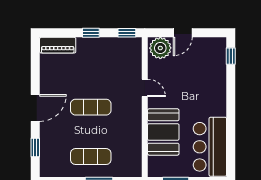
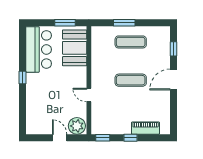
door: (183, 33) -> (60, 138), hinge flipped
piano: (58, 45) -> (146, 128), moved
window: (231, 56) -> (22, 78), moved
booth: (163, 132) -> (75, 48), moved

